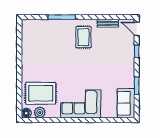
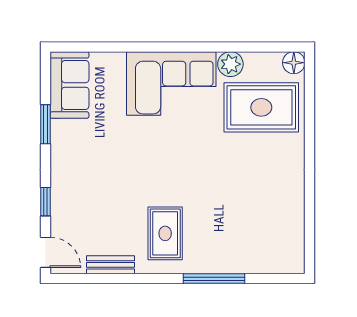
plant: (40, 113) -> (230, 64), moved

